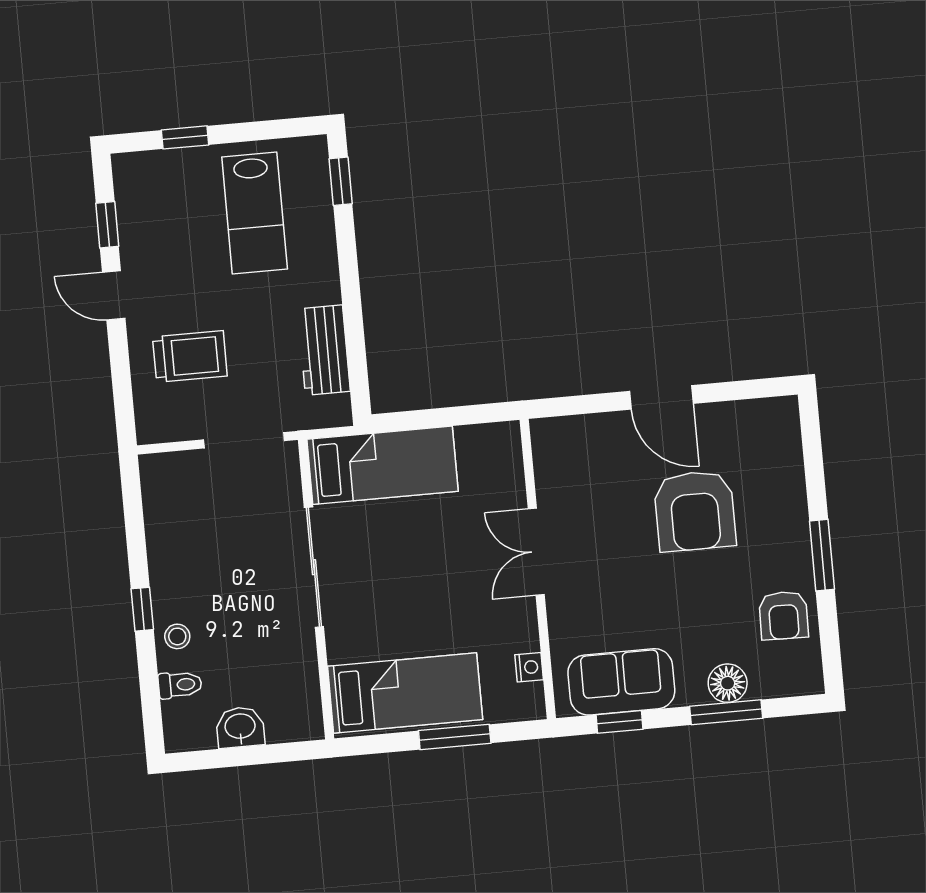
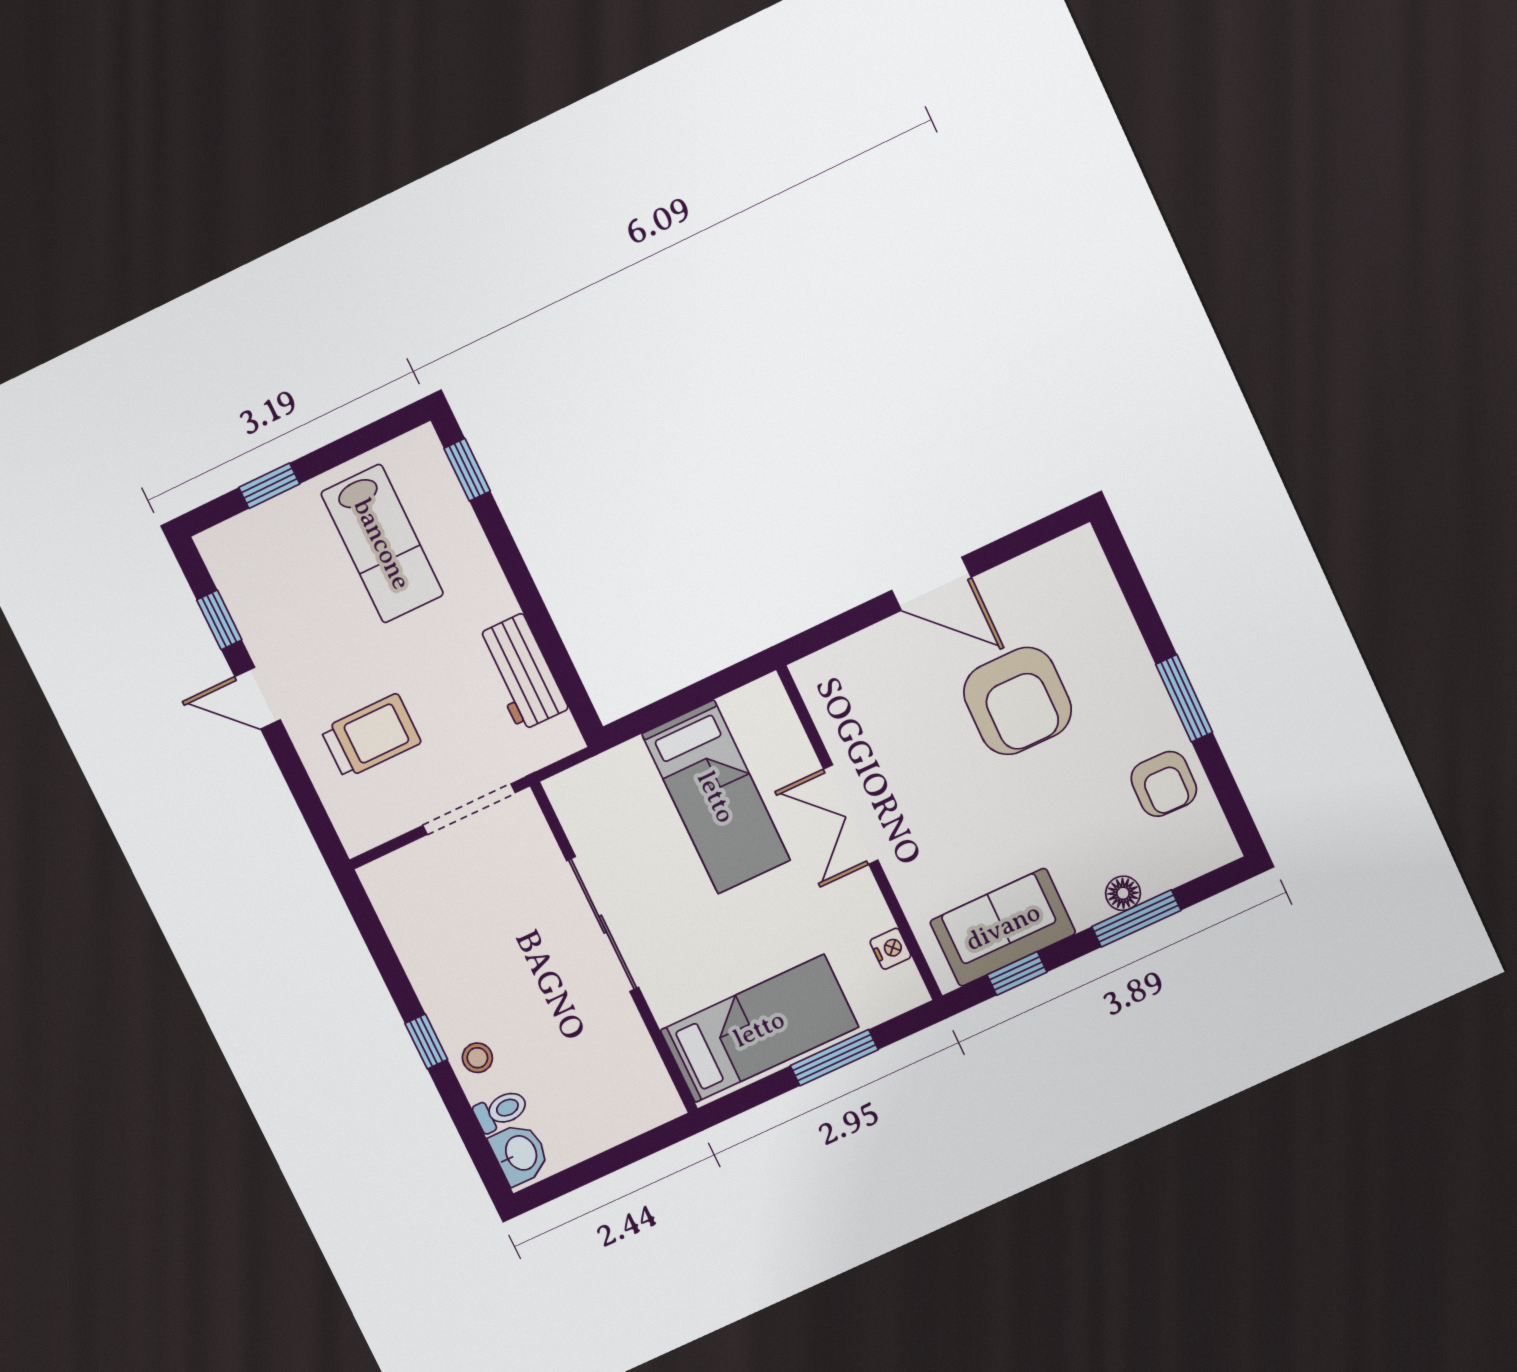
bed: (382, 465) -> (716, 797), moved, turned 90
floor lamp: (728, 683) -> (1123, 893), width x0.73, depth x0.73
washbasin: (240, 727) -> (520, 1153), moved, turned 90

